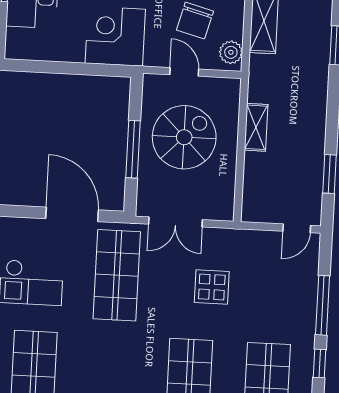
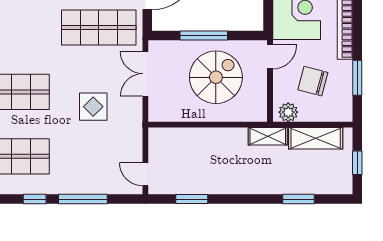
door: (184, 72) -> (270, 57), moved
shelving: (256, 127) -> (268, 136), moved
spiral stairs: (184, 137) -> (216, 77), turned -90

